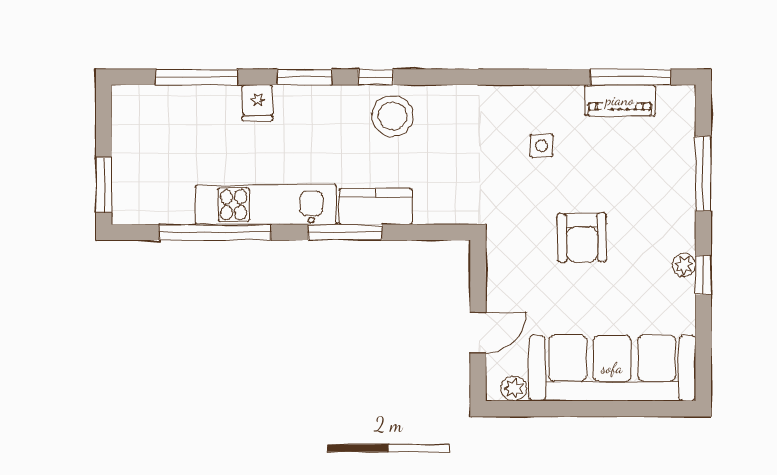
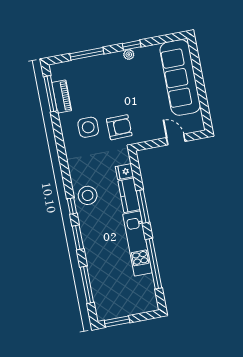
fridge: (257, 103) -> (124, 172), moved, turned 180
side table: (542, 146) -> (88, 127), width x1.87, depth x1.87
window: (104, 185) -> (117, 322), moved
armchair: (582, 238) -> (119, 127), moved
plant: (514, 388) -> (197, 119), removed

